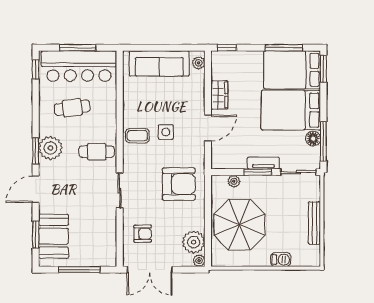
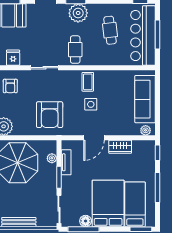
window: (284, 48) -> (158, 187), moved
bed: (292, 70) -> (135, 204), width x0.67
door: (208, 128) -> (94, 138), hinge flipped
tv unit: (263, 163) -> (66, 162), moved
fridge: (107, 230) -> (13, 58), added

